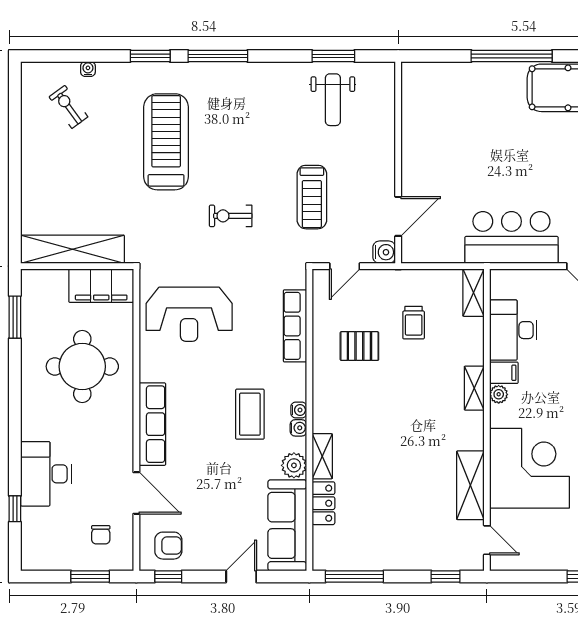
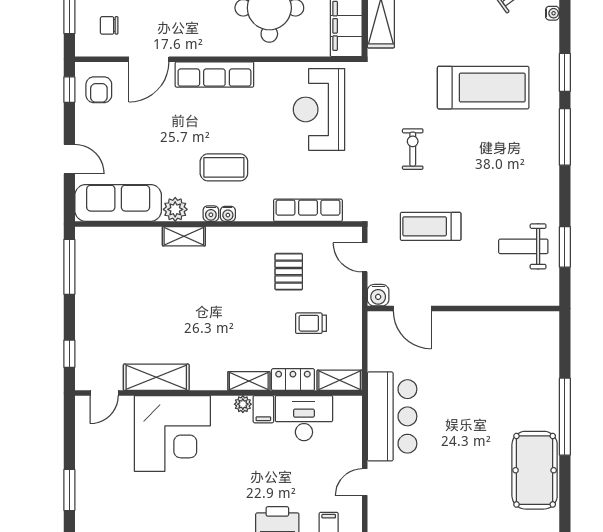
locker: (323, 503) -> (293, 380), moved, turned 180

